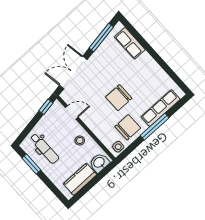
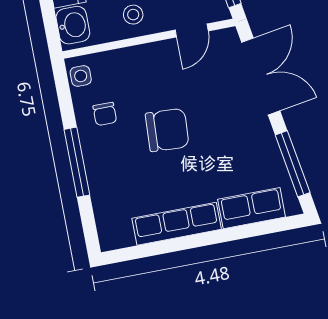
chair: (119, 98) -> (167, 130), turned 93
row of seats: (161, 108) -> (177, 224), moved, turned -90
chair: (128, 127) -> (105, 114), width x0.54, depth x0.54

